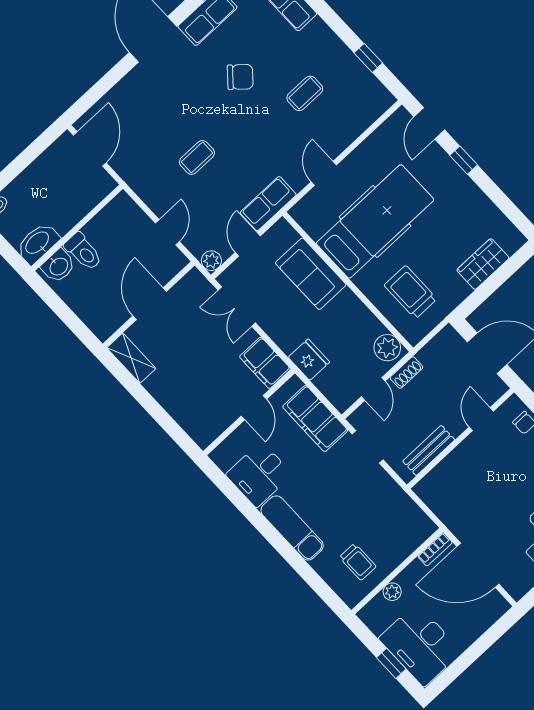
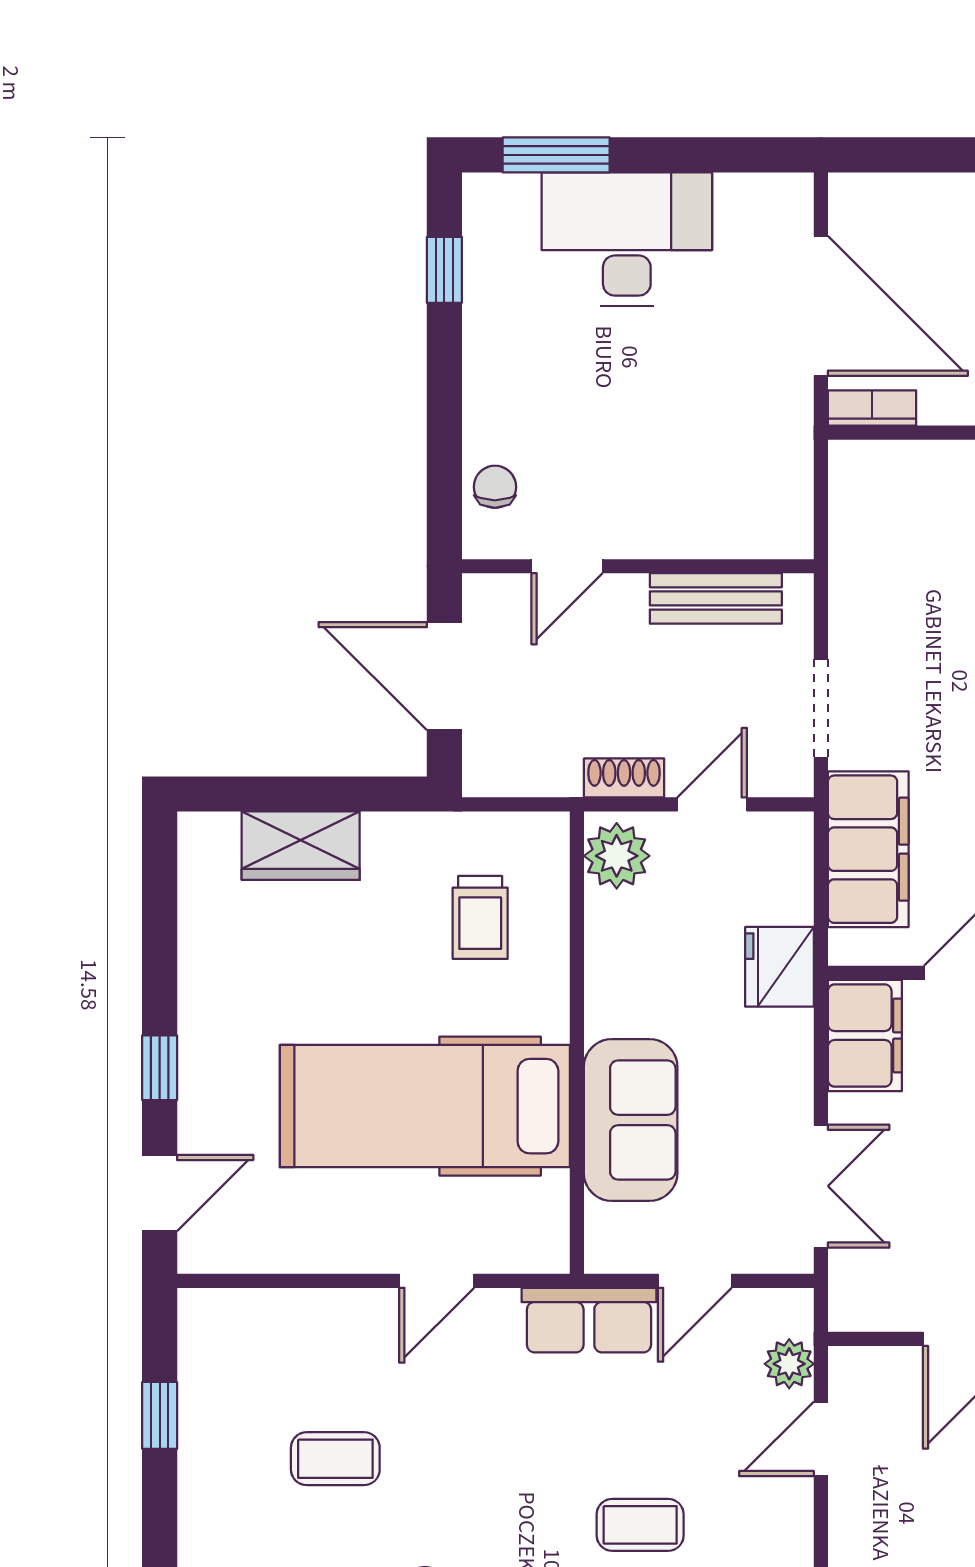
plant: (211, 261) -> (789, 1364), moved
trolley: (411, 292) -> (480, 917), width x0.73, depth x0.72

